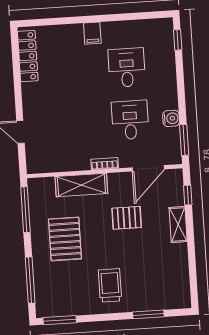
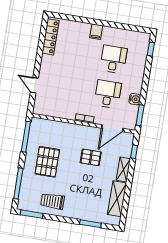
shelving: (81, 185) -> (117, 199), moved, turned 90
trolley: (110, 285) -> (53, 201), moved, turned -90

